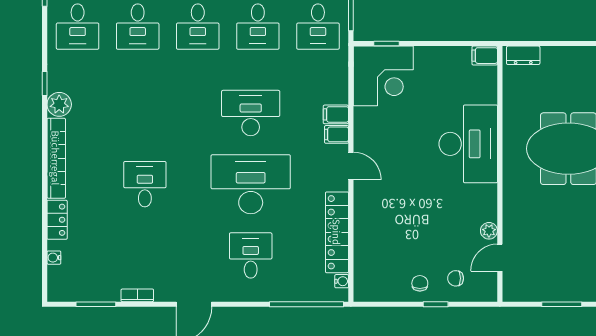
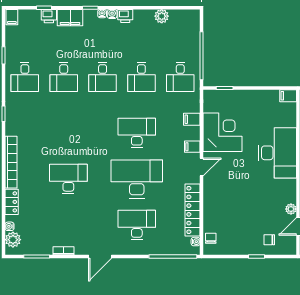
corner desk: (383, 76) -> (223, 132), moved, turned -90
plant: (59, 104) -> (13, 240), moved
filing cabinet: (336, 114) -> (192, 119), moved
door: (351, 166) -> (202, 167), hinge flipped
desk: (145, 184) -> (68, 179), width x1.37
desk: (251, 255) -> (137, 225), width x1.37
chair: (420, 283) -> (211, 238), moved

